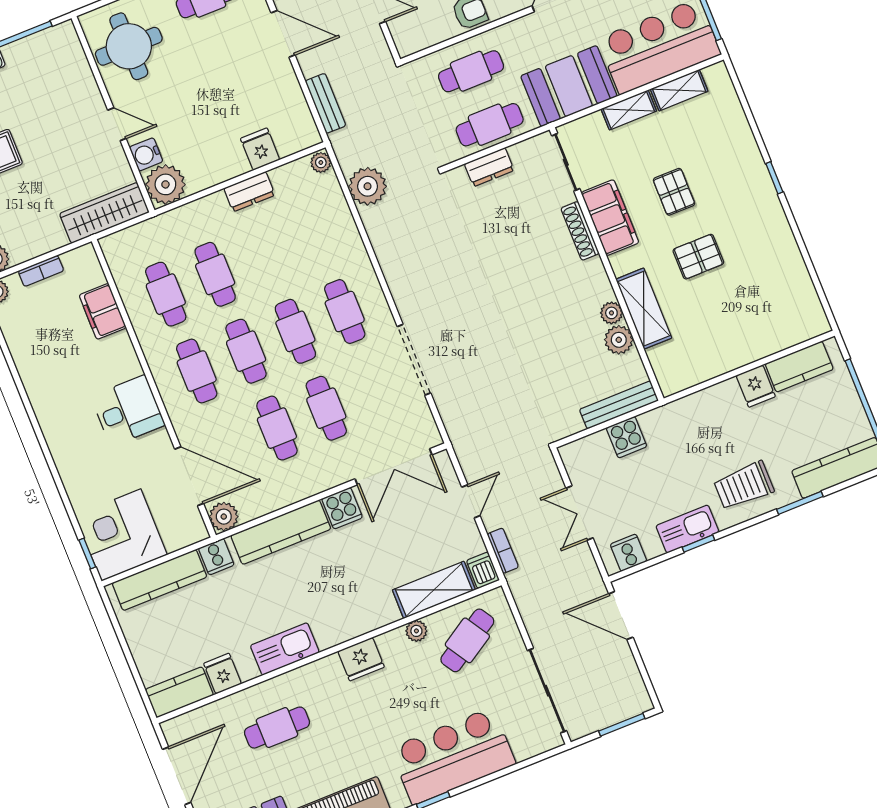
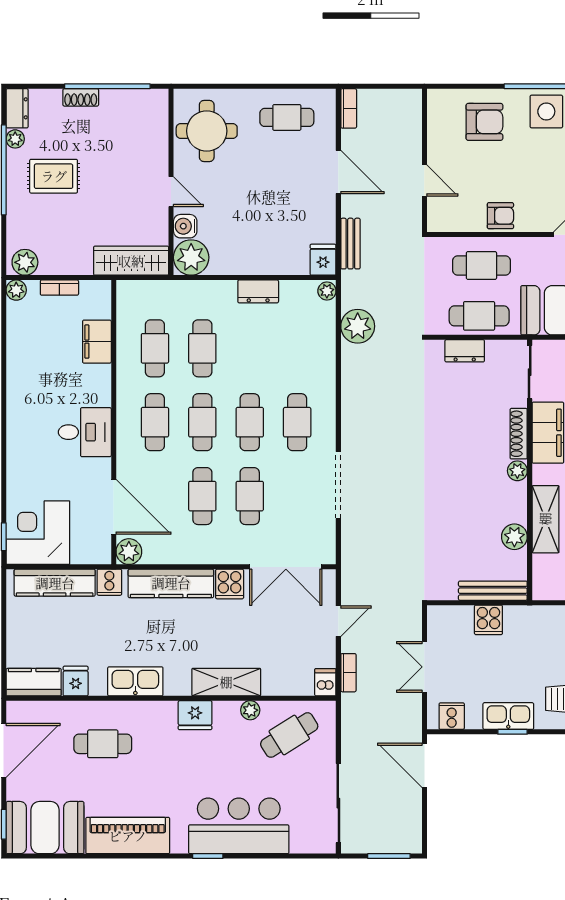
fridge: (260, 149) -> (323, 260), moved
plant: (611, 313) -> (517, 471), moved
shelving: (434, 590) -> (226, 682), moved

